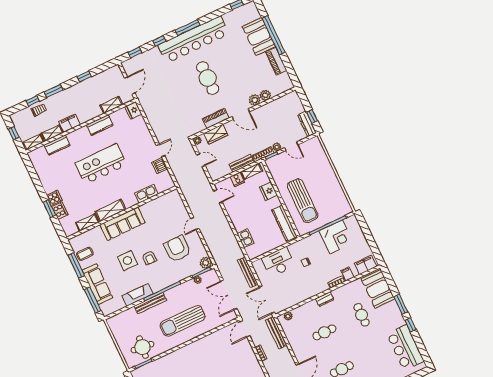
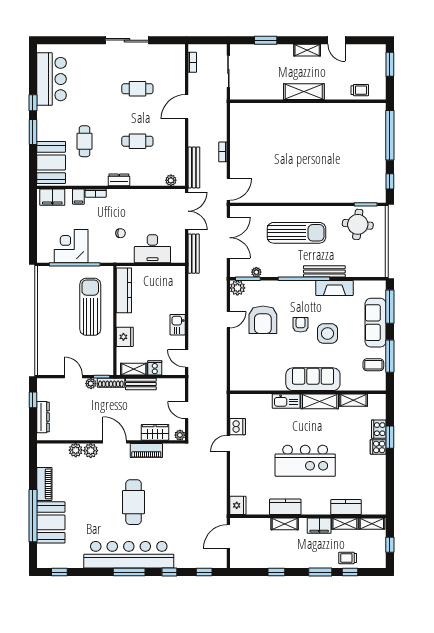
shelving: (111, 105) -> (285, 524), moved
dresser: (307, 124) -> (43, 417), moved
kitchen sink: (146, 194) -> (286, 401), moved
door: (195, 223) -> (228, 320), moved
kitchen sink: (246, 238) -> (178, 325), moved

